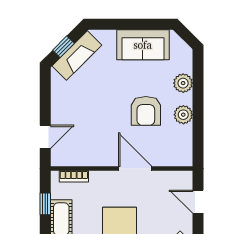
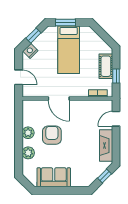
fireplace: (77, 55) -> (106, 146), moved, turned -45

